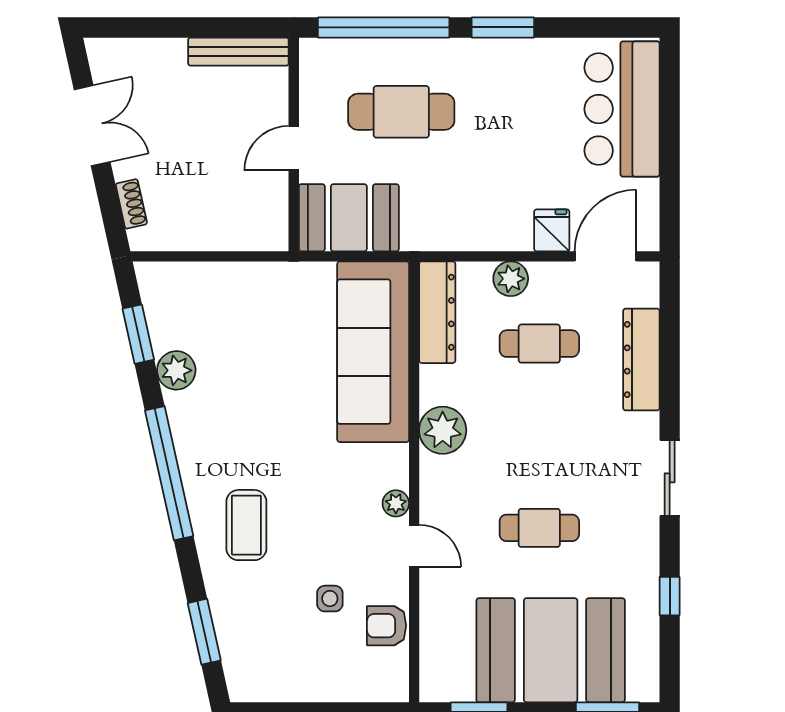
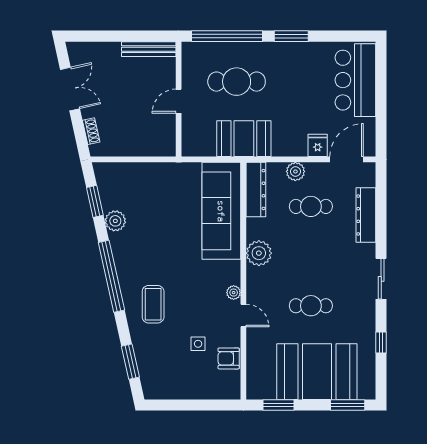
booth: (349, 218) -> (244, 139), moved

